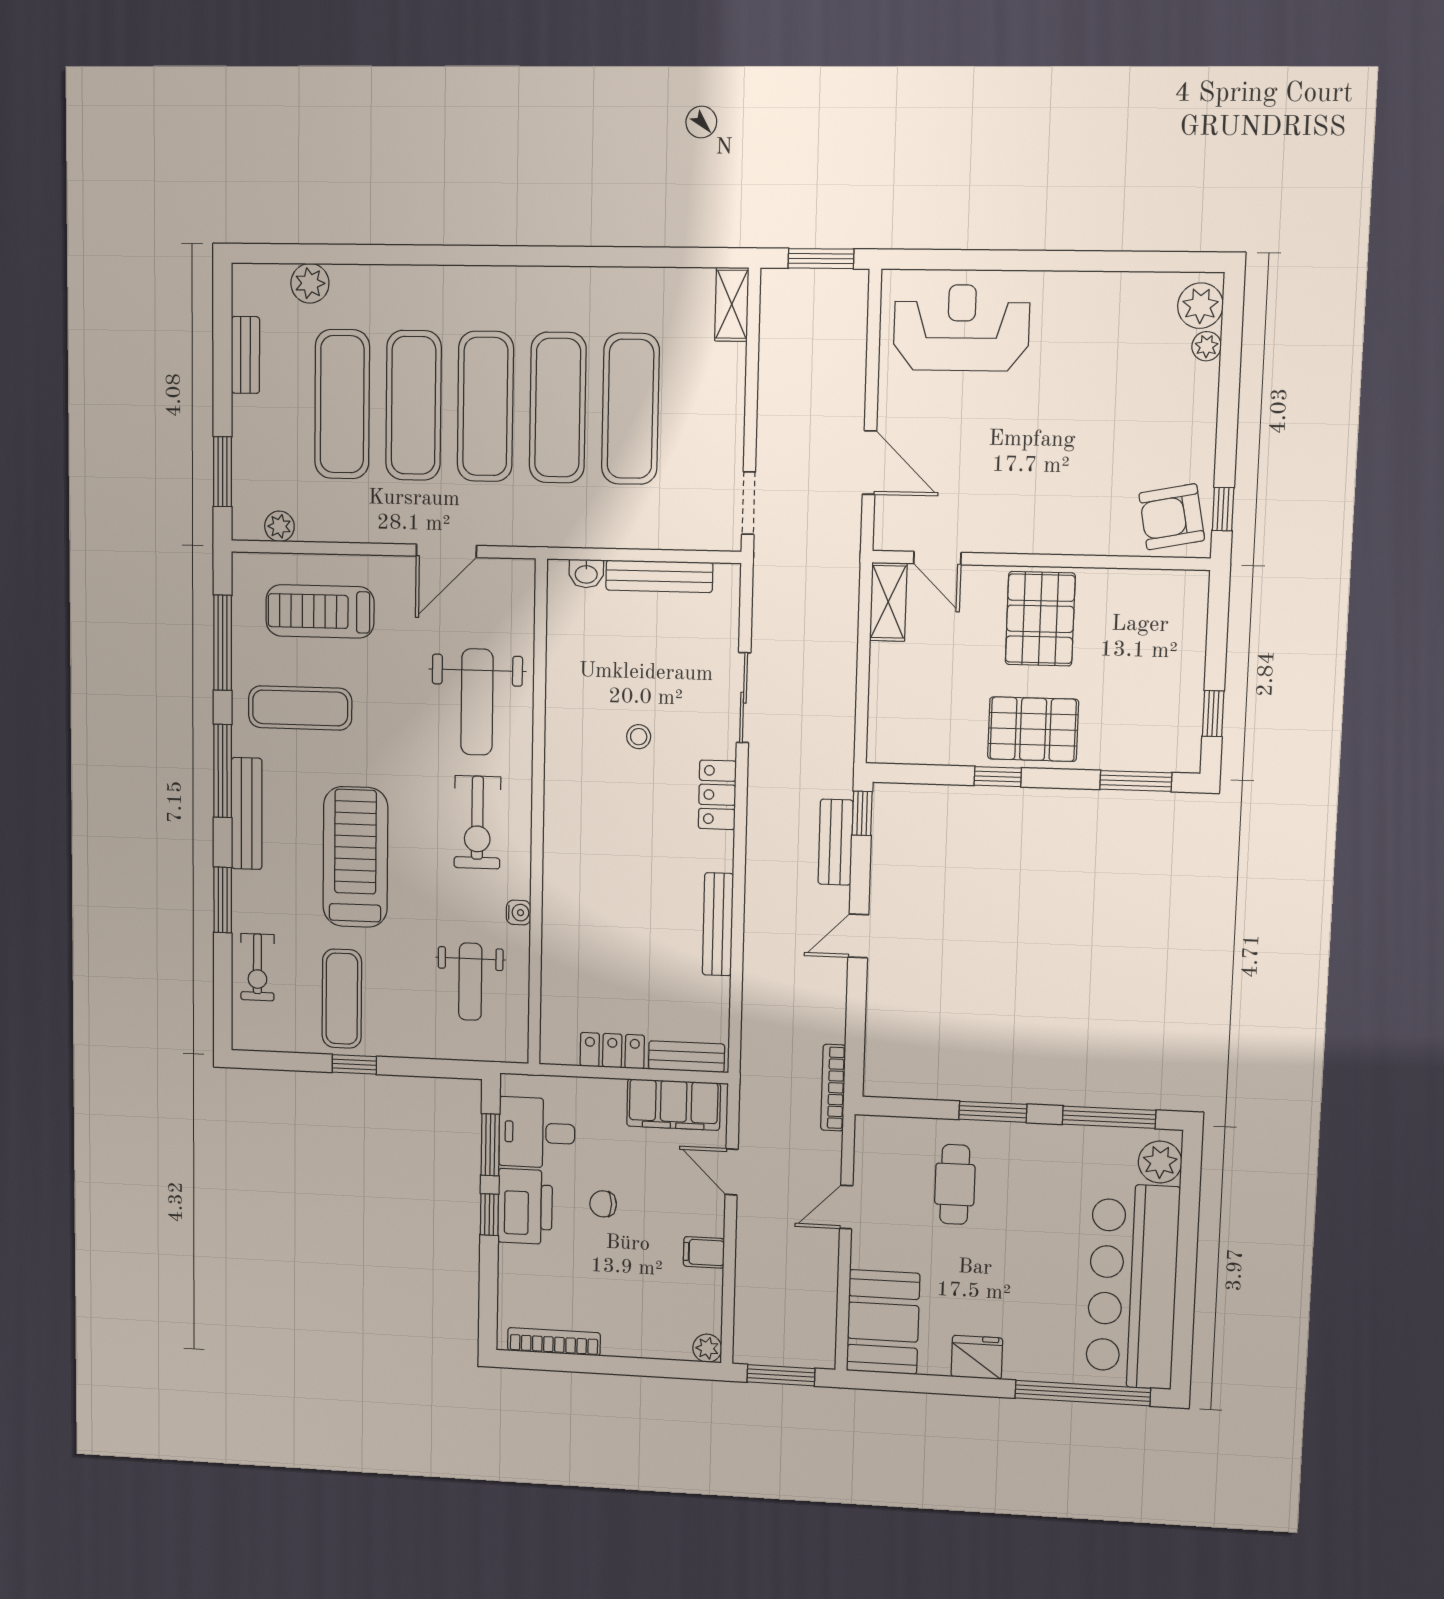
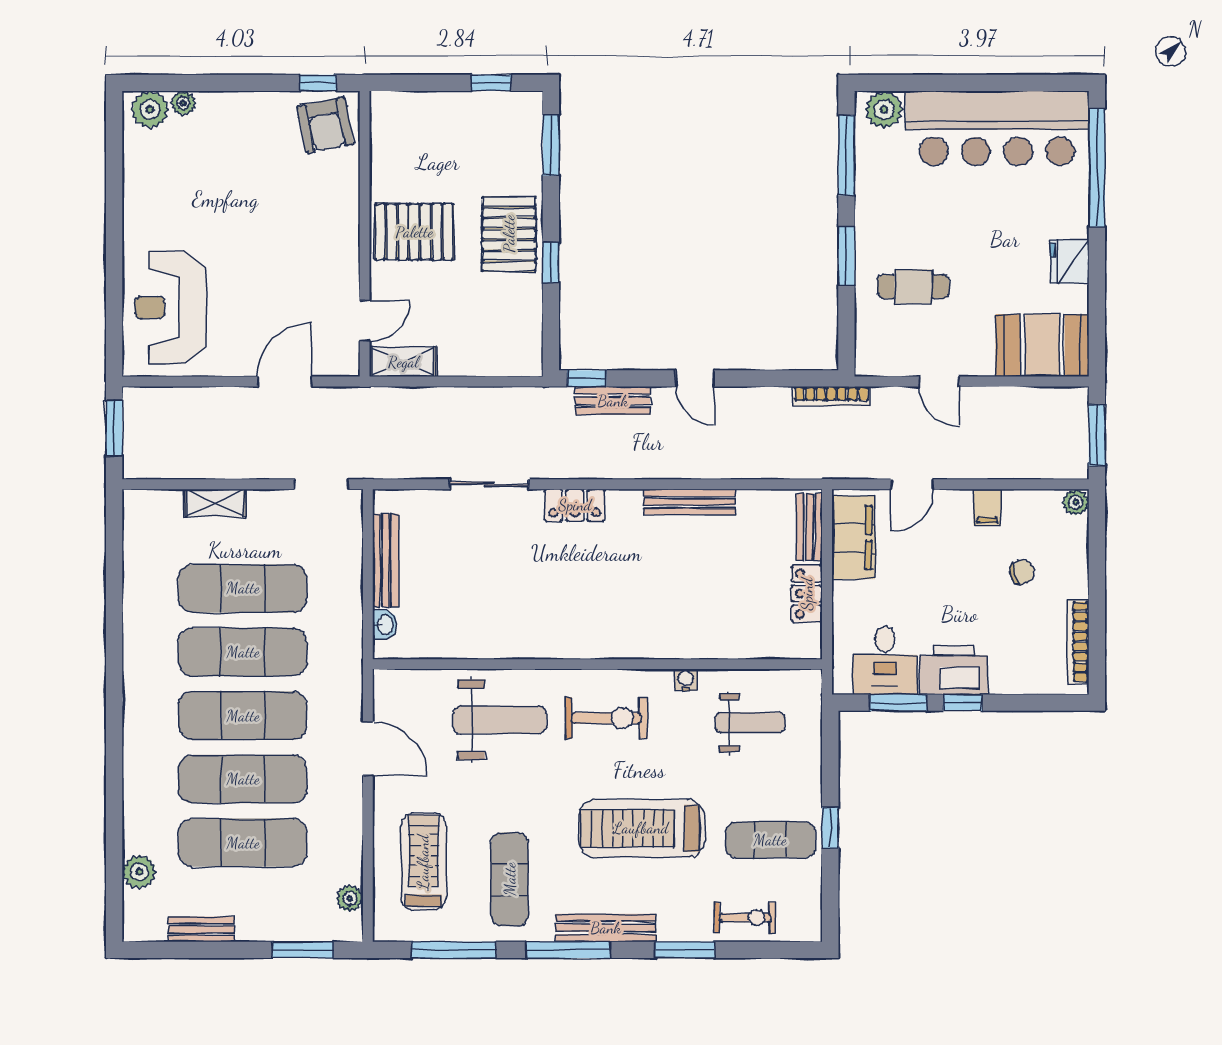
shelving: (732, 304) -> (215, 503), moved
treadmill: (320, 611) -> (423, 862), turned 180
stool: (639, 737) -> (526, 576), removed
chair: (603, 1204) -> (1022, 572), moved, turned -109

